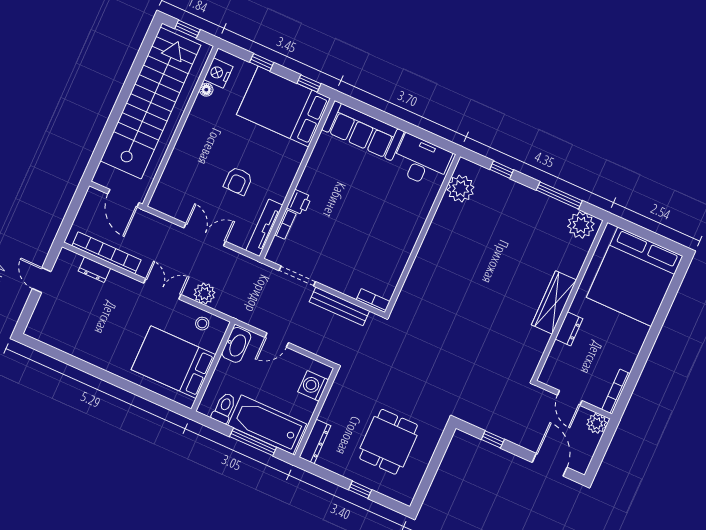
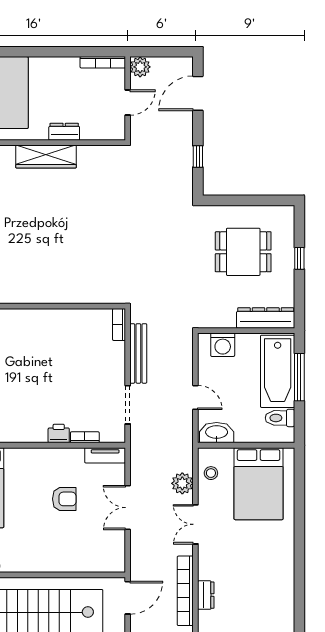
tv unit: (264, 228) -> (105, 455), width x0.71
dresser: (315, 442) -> (266, 318), width x1.37, depth x1.24

